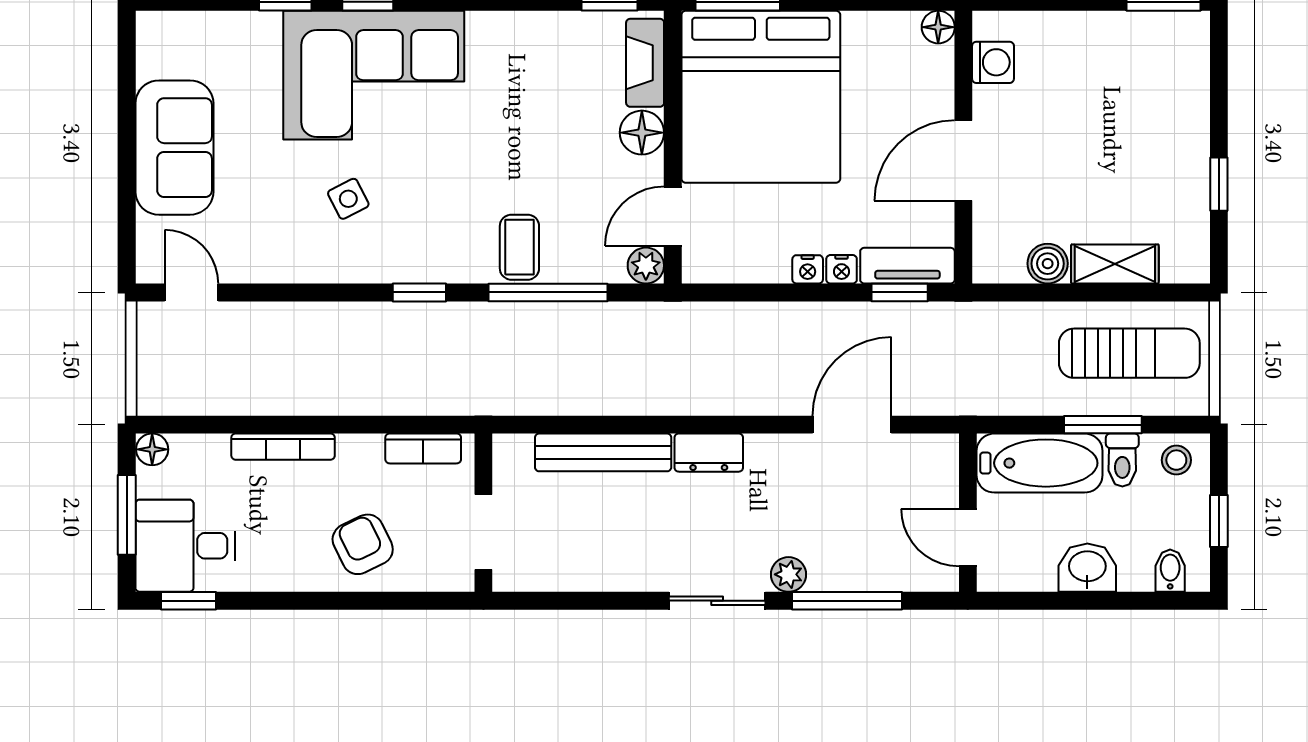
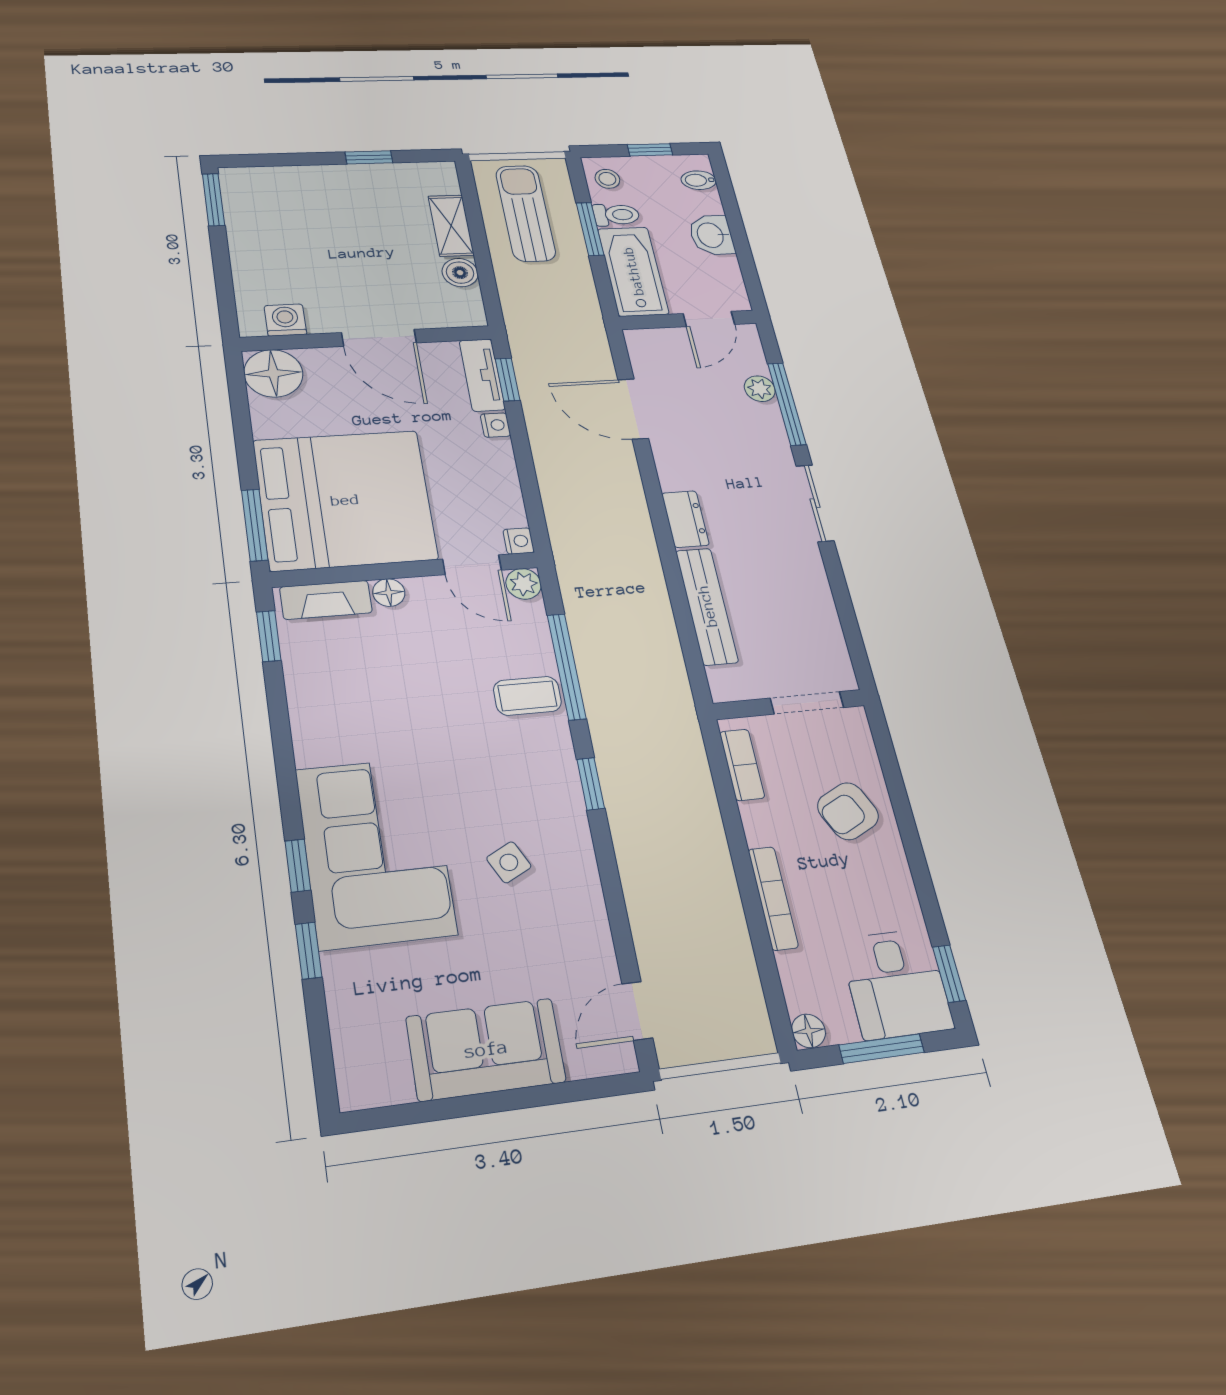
floor lamp: (938, 27) -> (273, 373), width x1.89, depth x1.89
floor lamp: (642, 133) -> (389, 593), width x0.73, depth x0.73
nightstand: (808, 269) -> (519, 541), moved
plant: (788, 574) -> (760, 389), moved

